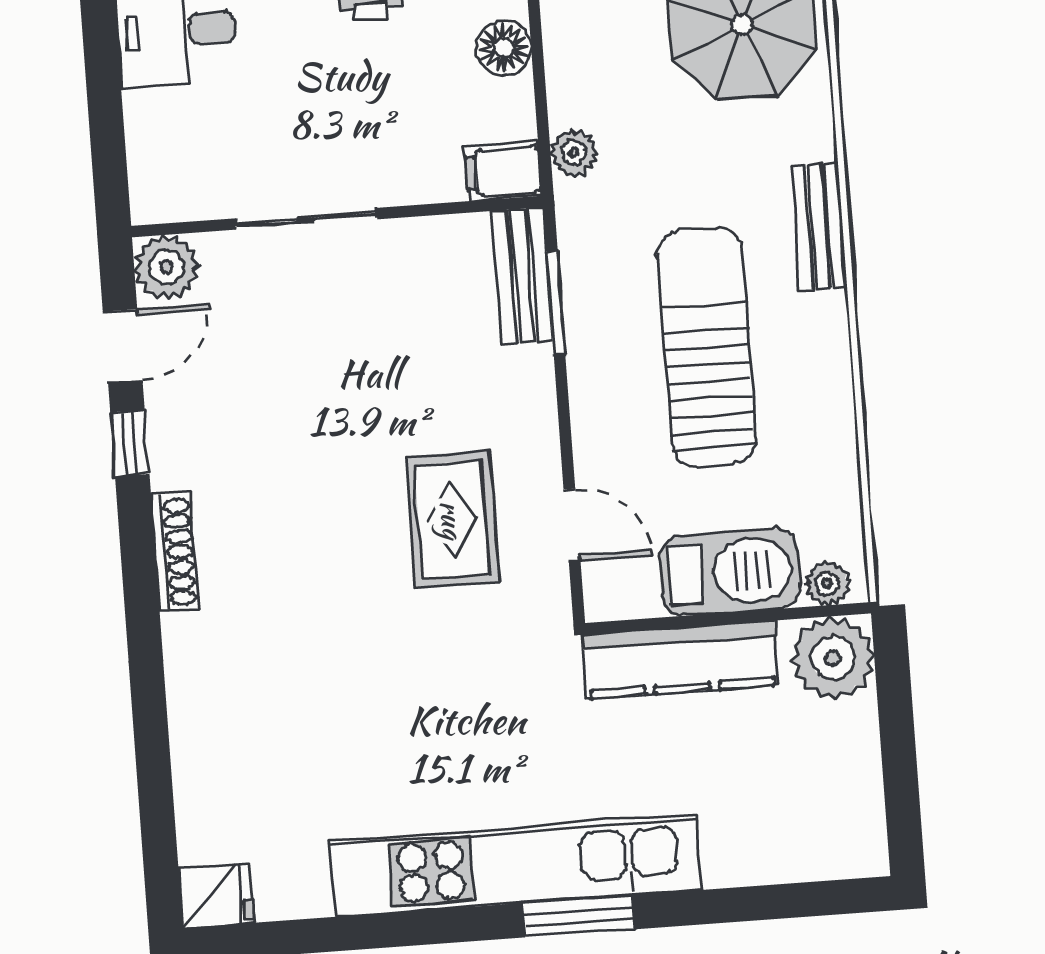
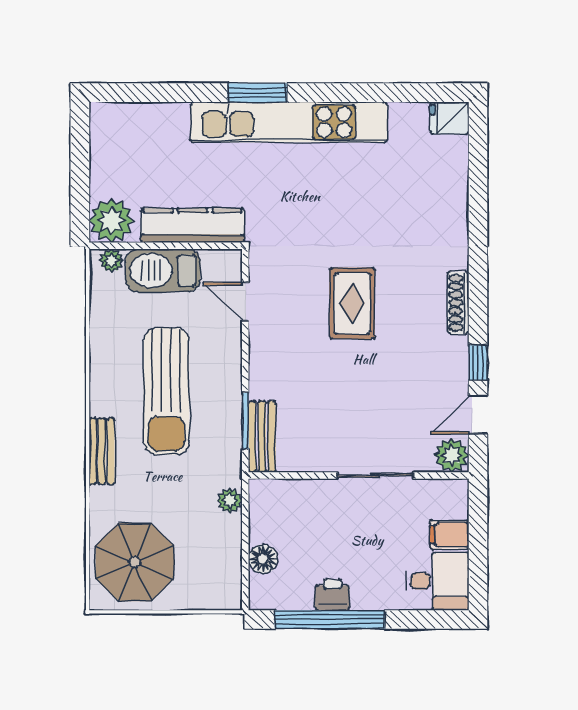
filing cabinet: (504, 171) -> (449, 535), moved, turned 180
rug: (452, 520) -> (352, 303), moved

